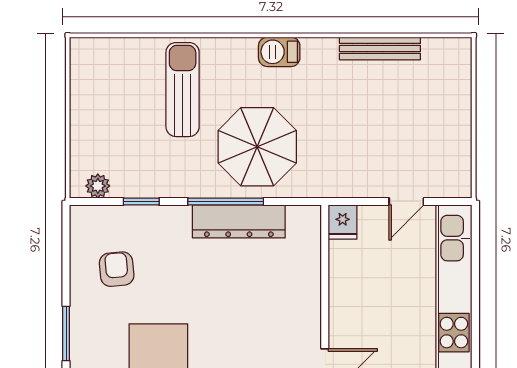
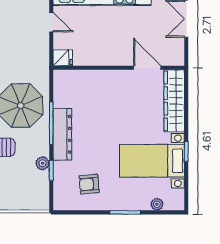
plant: (98, 186) -> (43, 163), moved
dresser: (239, 221) -> (62, 134), moved

